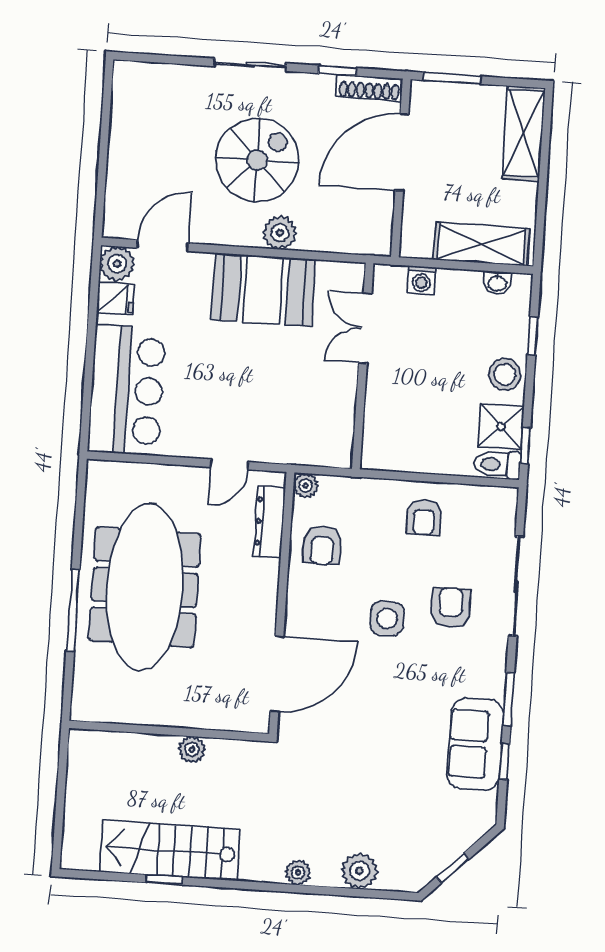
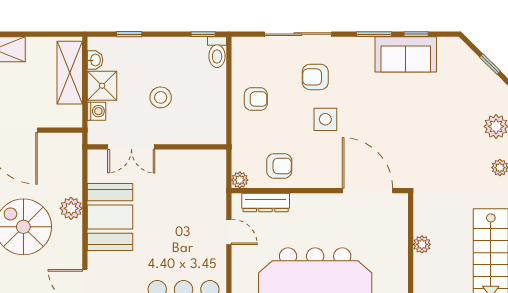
stool: (505, 375) -> (161, 97), moved
shower: (501, 426) -> (102, 86), moved

